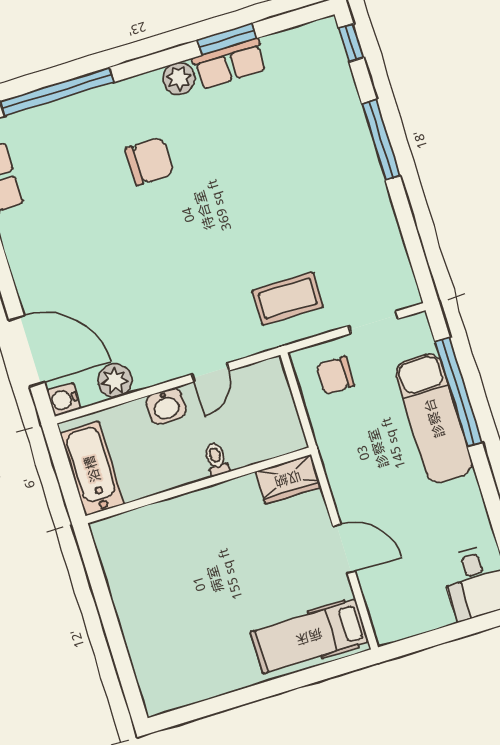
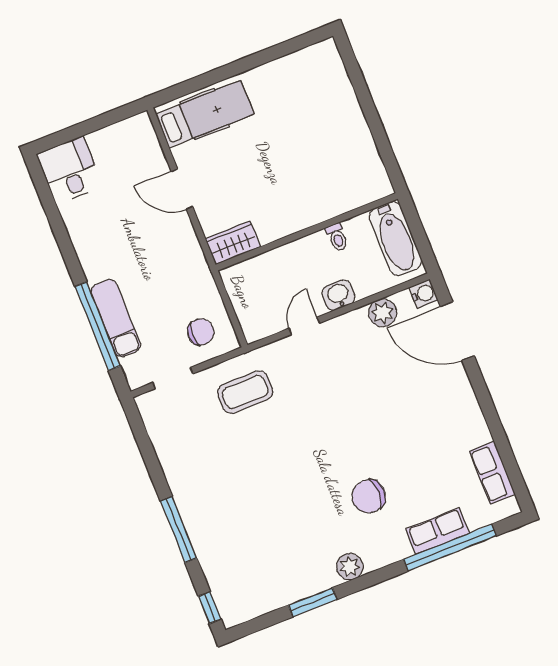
row of seats: (230, 64) -> (437, 531), moved
exam couch: (434, 418) -> (116, 318), width x0.73, depth x0.69
toilet: (216, 459) -> (337, 237), moved

